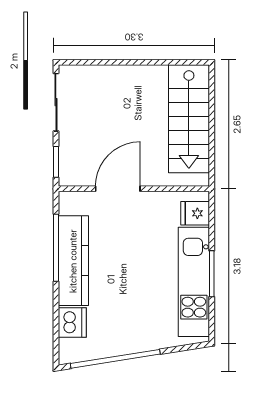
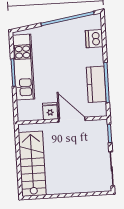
door: (118, 189) -> (72, 120), swing flipped
fridge: (195, 213) -> (50, 111), moved, turned -90
kitchen counter: (73, 261) -> (96, 84), width x0.67

